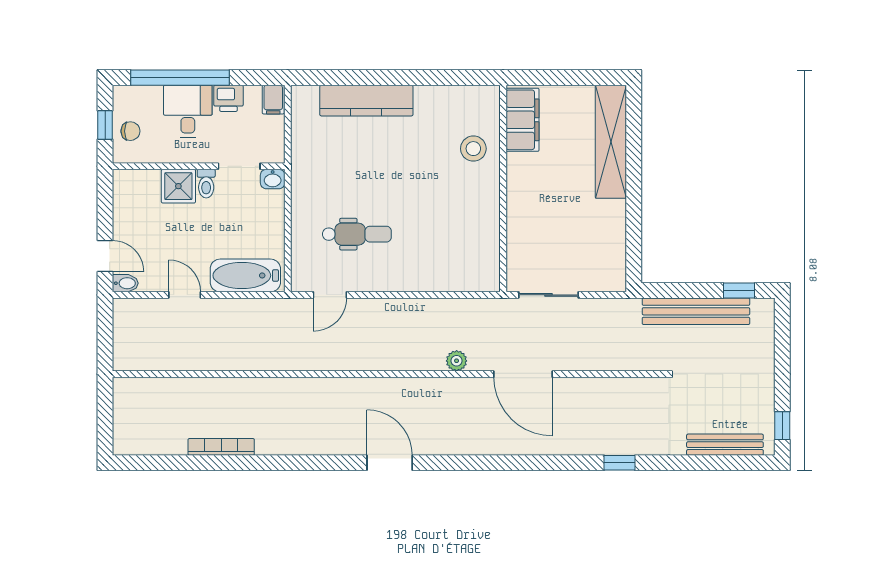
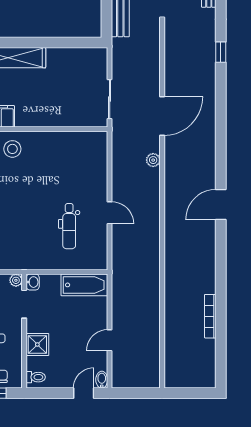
plant: (275, 154) -> (16, 280), added
toilet: (206, 184) -> (36, 377), moved
dental chair: (357, 234) -> (69, 226), turned 180
bathtub: (245, 275) -> (84, 285), moved, turned -90
door: (330, 295) -> (110, 213), moved

